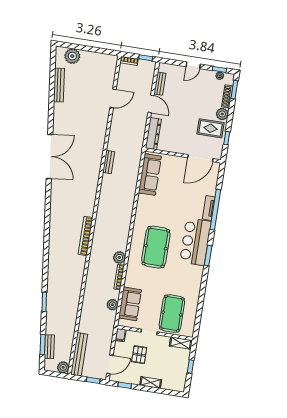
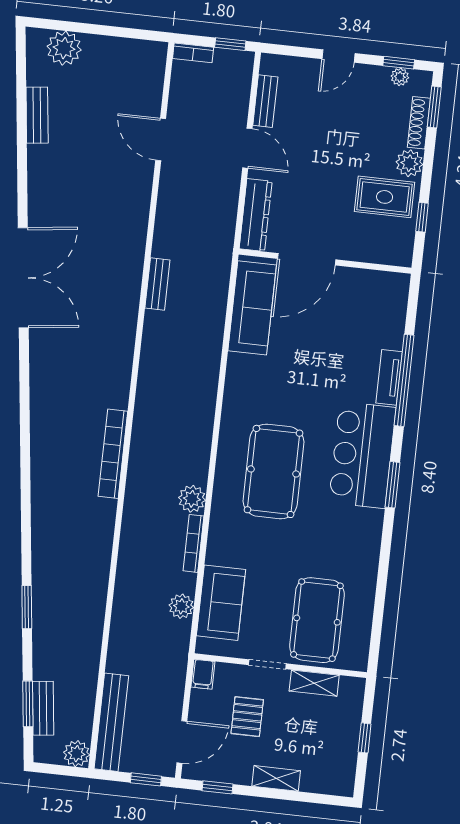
bench: (59, 85) -> (37, 115), width x0.73
door: (113, 98) -> (161, 139), swing flipped
door: (200, 158) -> (307, 259), moved
shelving: (181, 343) -> (314, 683), moved

